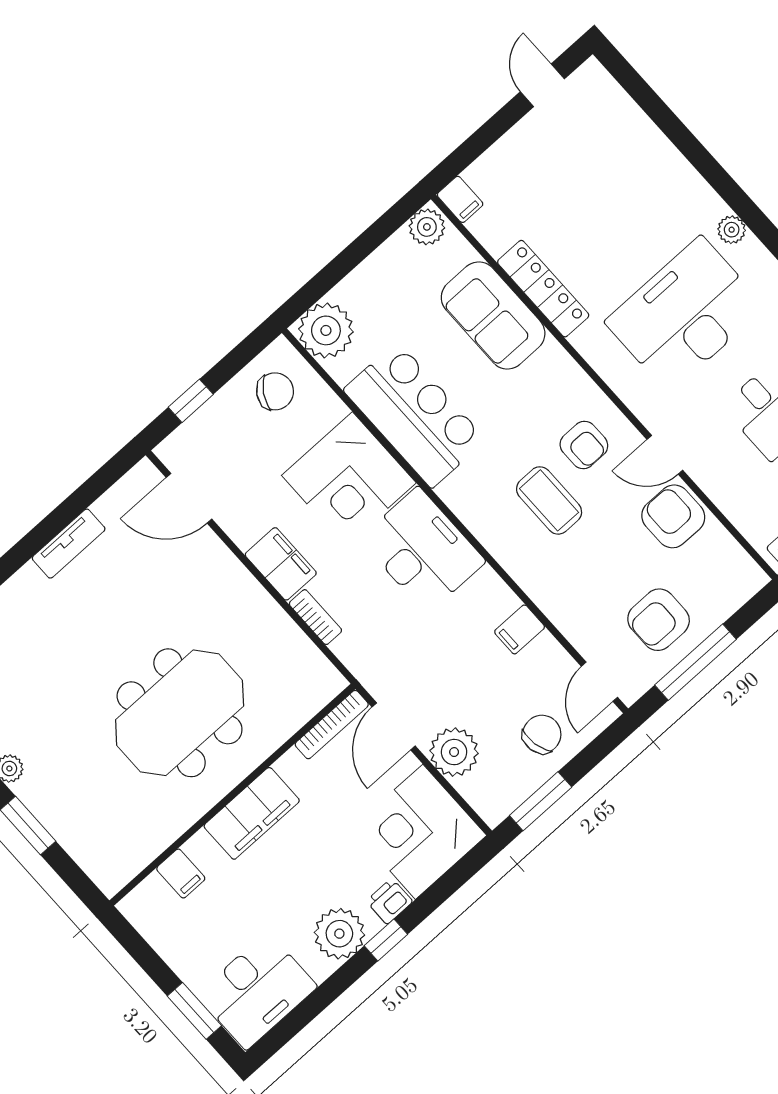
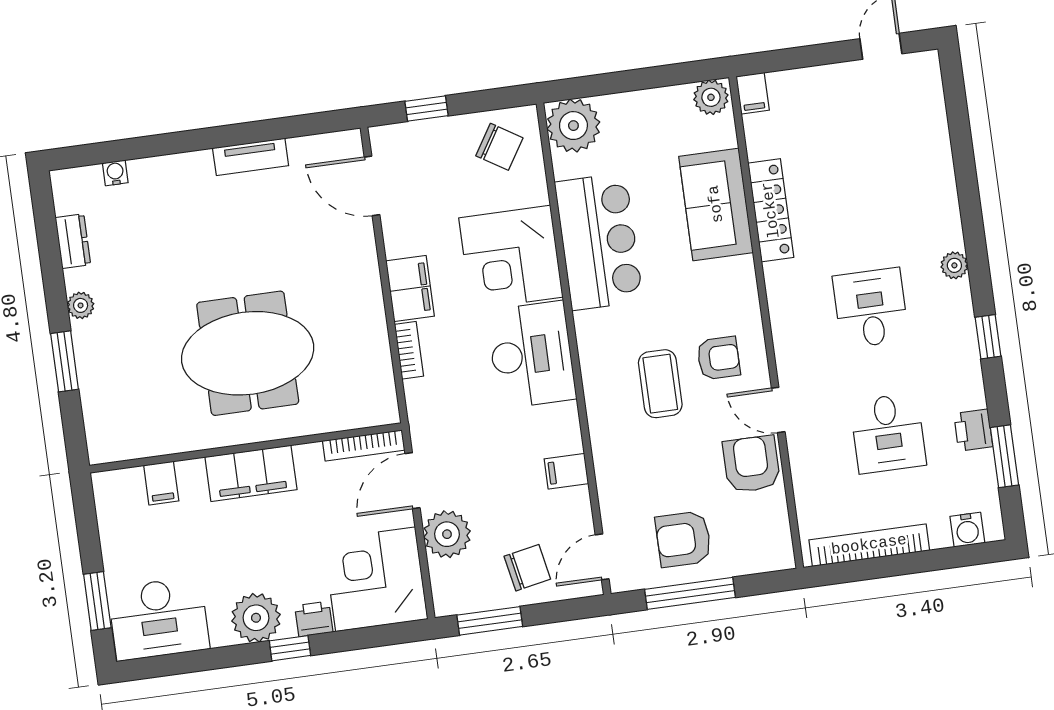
desk: (685, 314) -> (871, 308), width x0.53, depth x0.77
armchair: (584, 445) -> (718, 358), turned -90

